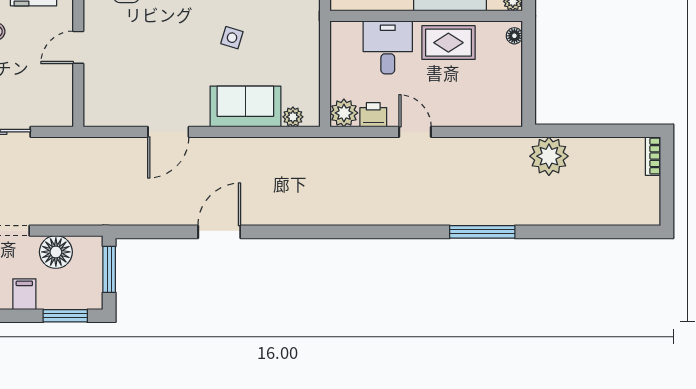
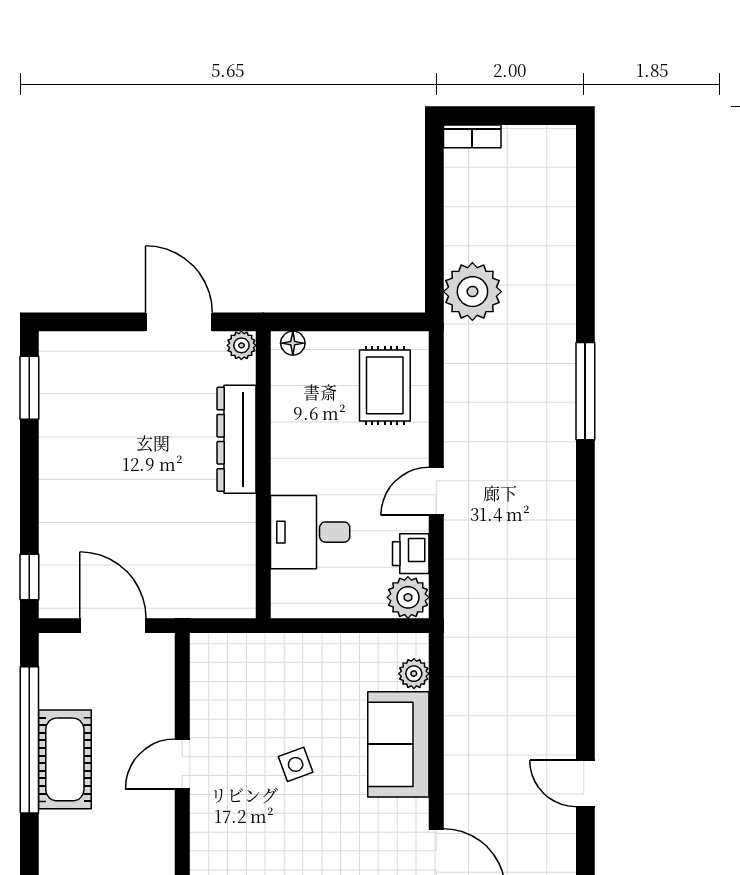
side table: (232, 38) -> (296, 764), turned -37
rug: (448, 43) -> (385, 385), moved
door: (219, 232) -> (585, 784), width x0.73

